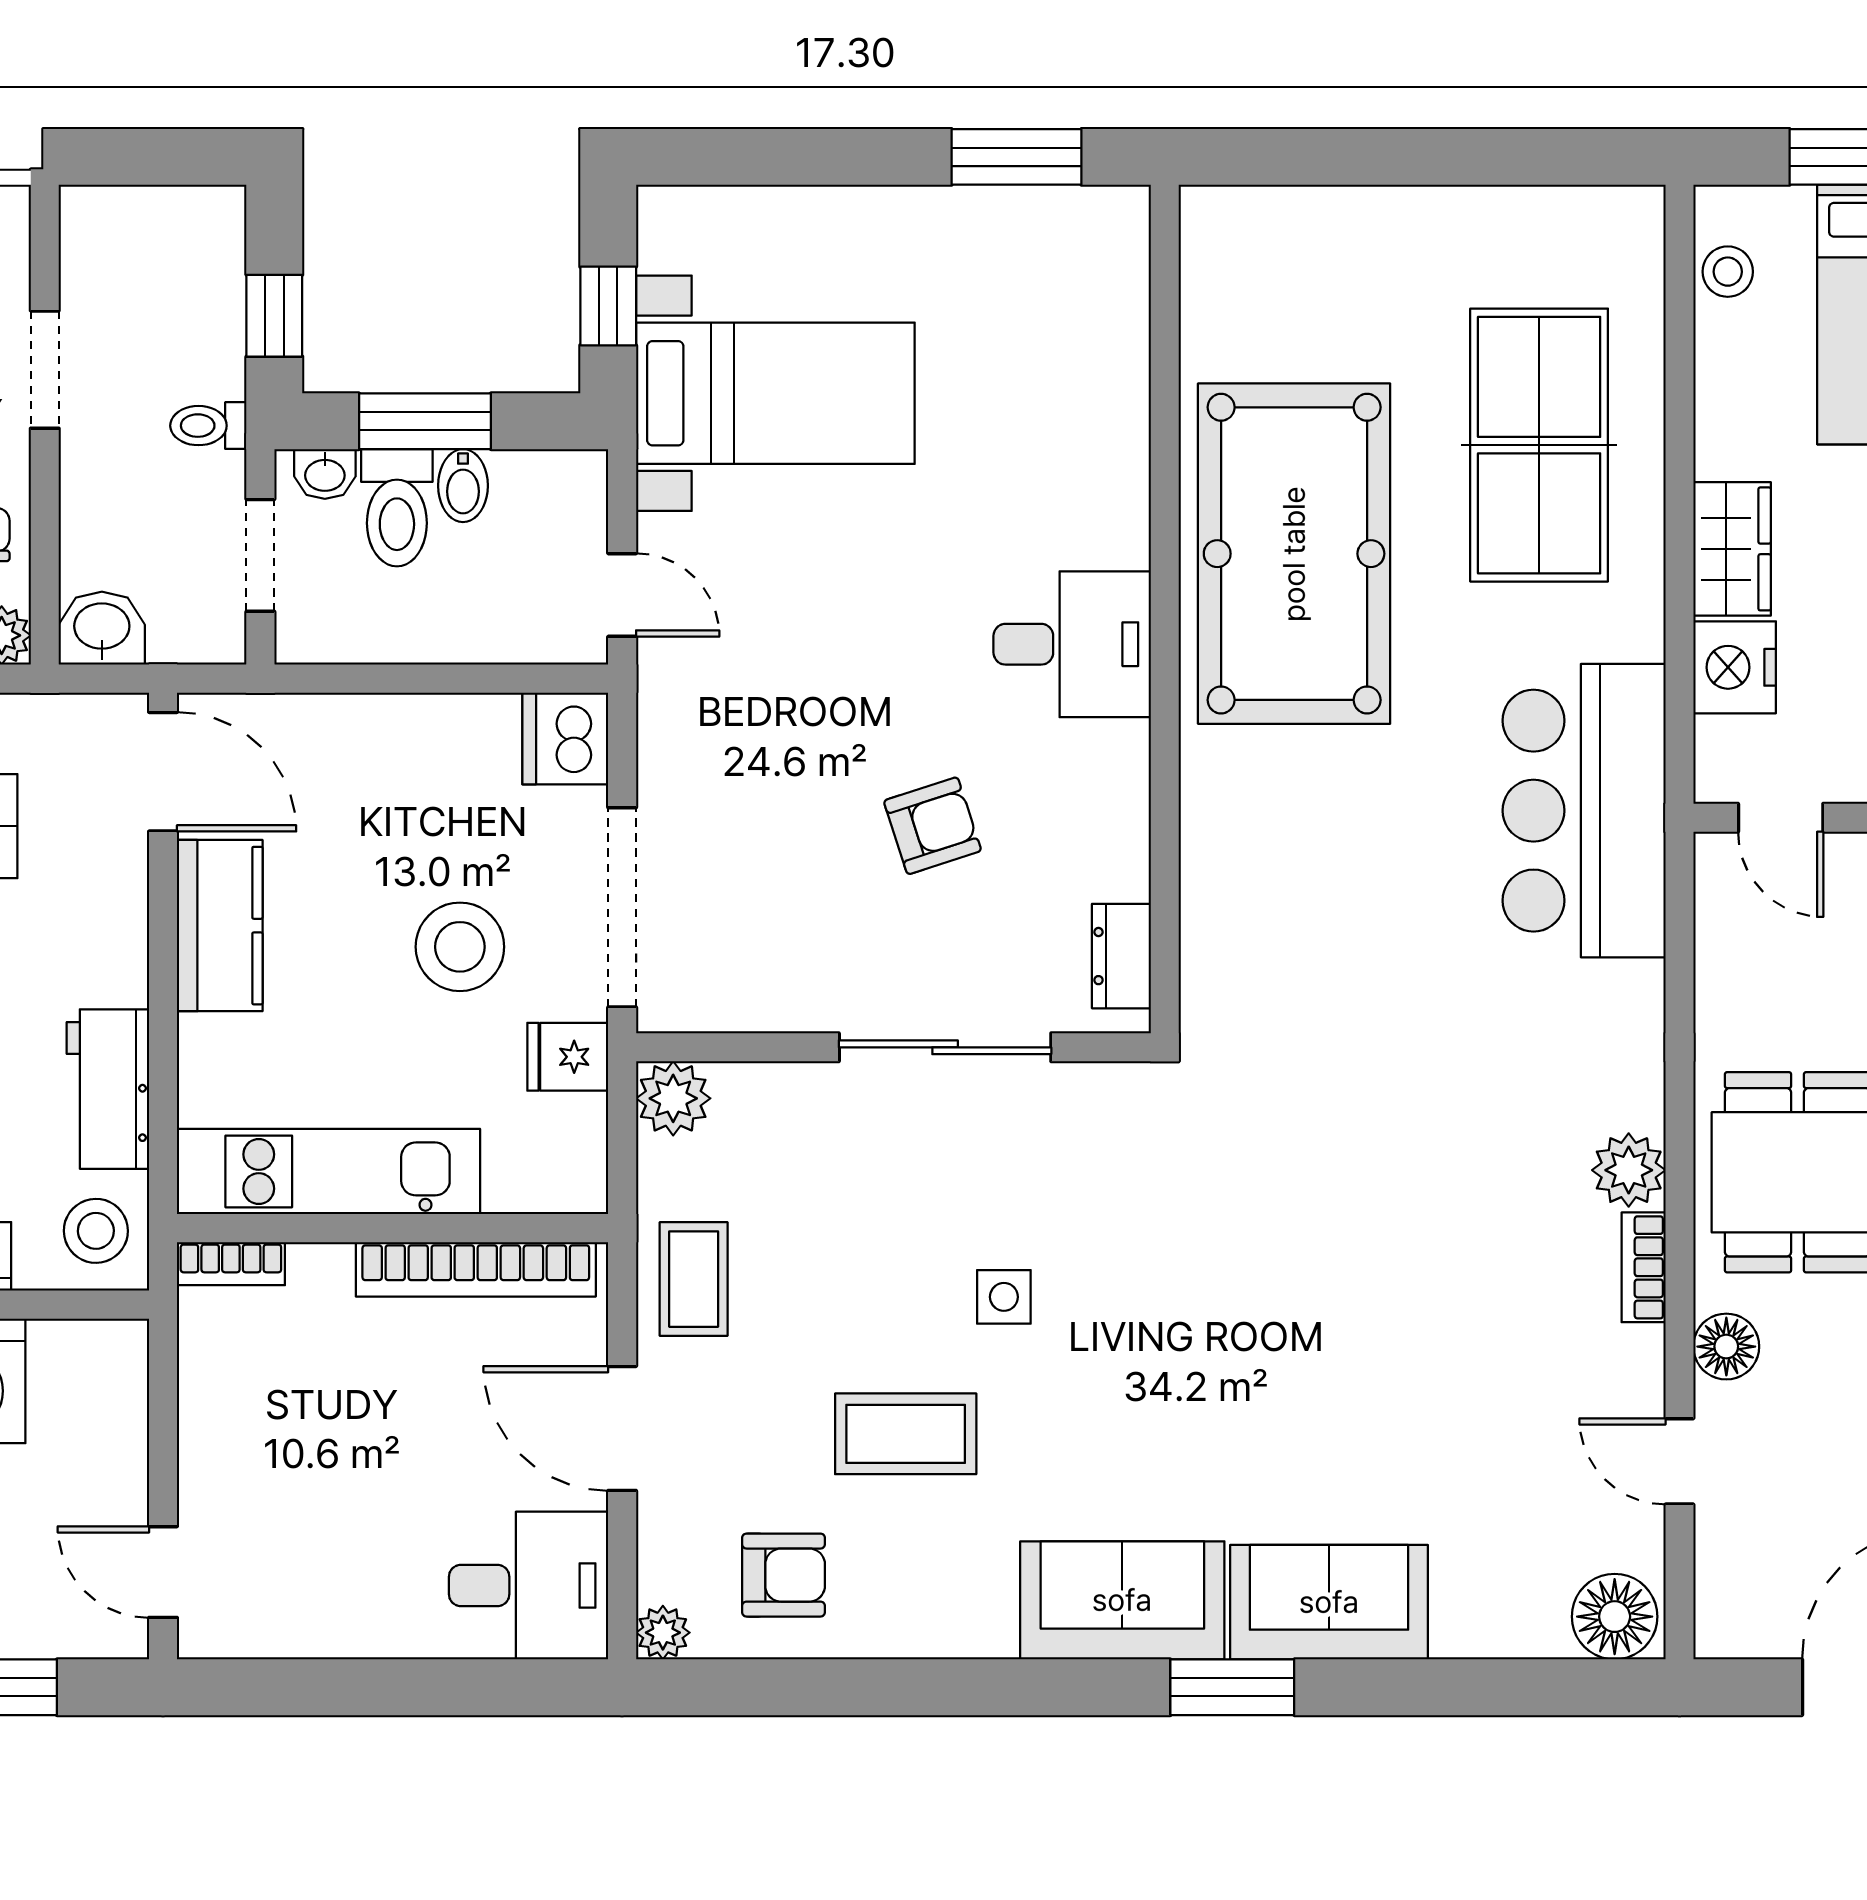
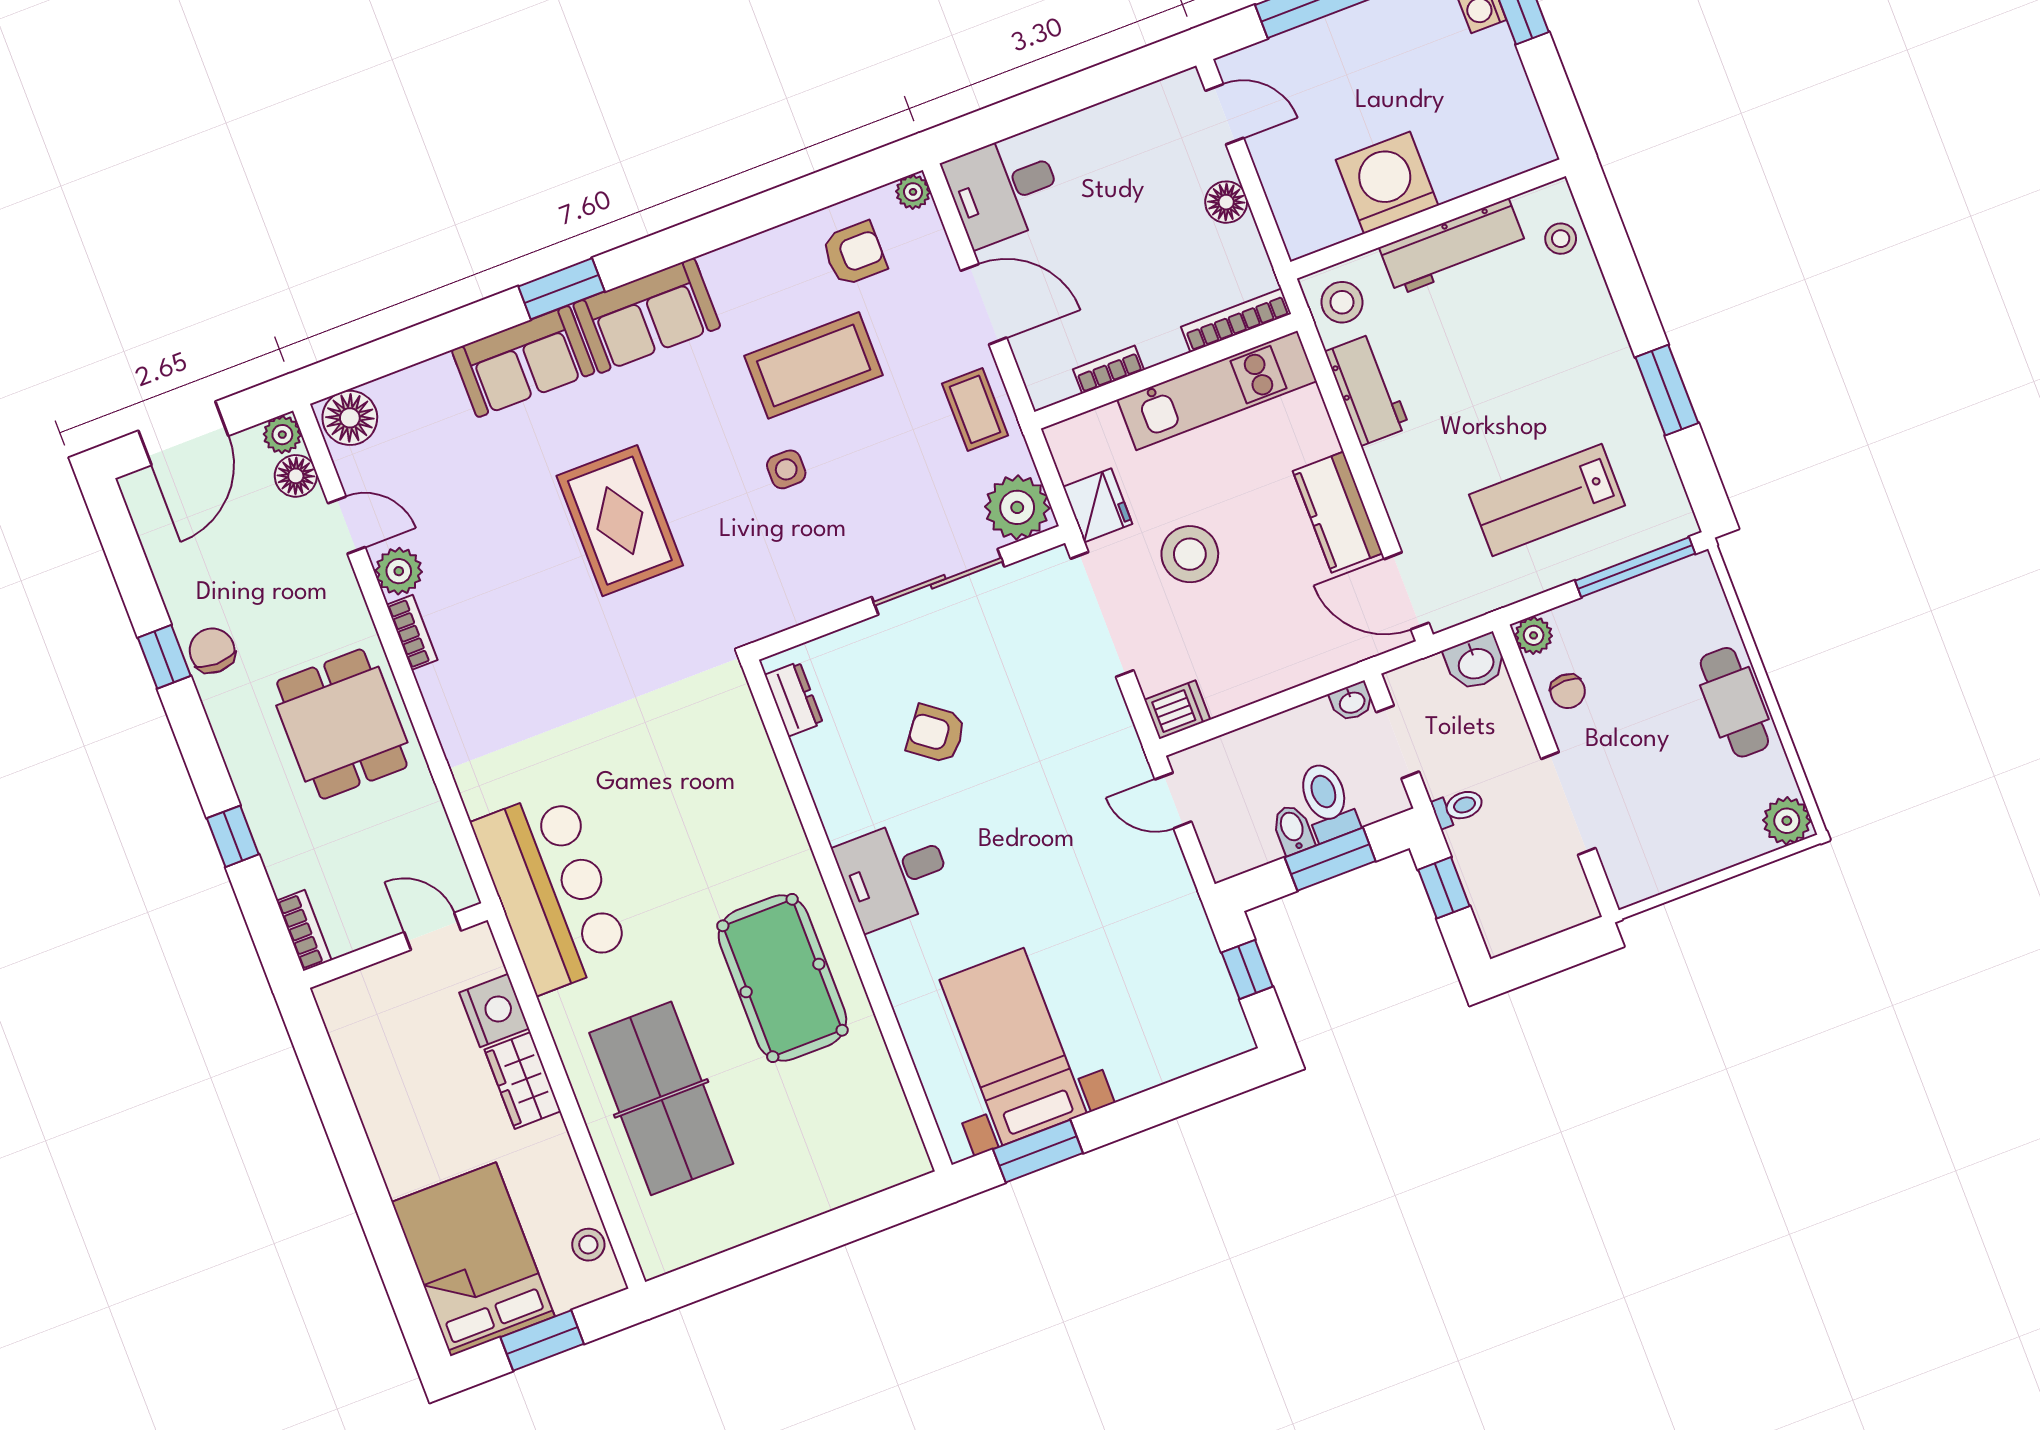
doorway: (45, 370) -> (1568, 804), width x1.38
bed with nightstands: (775, 393) -> (1013, 1047), moved, turned 90
washbasin: (325, 474) -> (1352, 702), moved, turned 180
pool table: (1294, 554) -> (782, 978), width x0.73, depth x0.76
dishwasher: (565, 738) -> (1177, 710), width x0.73
armchair: (932, 826) -> (936, 734), turned 55
sliding door: (945, 1047) -> (938, 582), moved
fridge: (568, 1057) -> (1098, 505), width x1.38
plant: (673, 1098) -> (1017, 507), width x1.36, depth x1.36
plant: (1629, 1170) -> (399, 571), moved
bookcase: (231, 1264) -> (1236, 320), width x1.56
bookcase: (476, 1269) -> (1108, 370), width x0.43, depth x0.76
rug: (1276, 1315) -> (620, 521), added
floor lamp: (1726, 1347) -> (296, 476), moved
coffee table: (906, 1434) -> (814, 365), width x1.36, depth x1.32
floor lamp: (210, 1442) -> (1226, 202), added
armchair: (784, 1575) -> (854, 254), turned 180
plant: (1723, 1630) -> (282, 435), added

